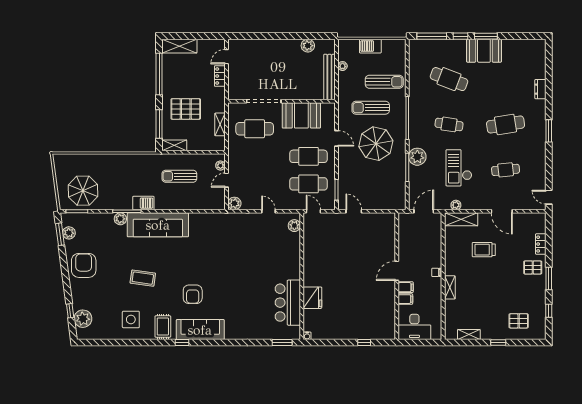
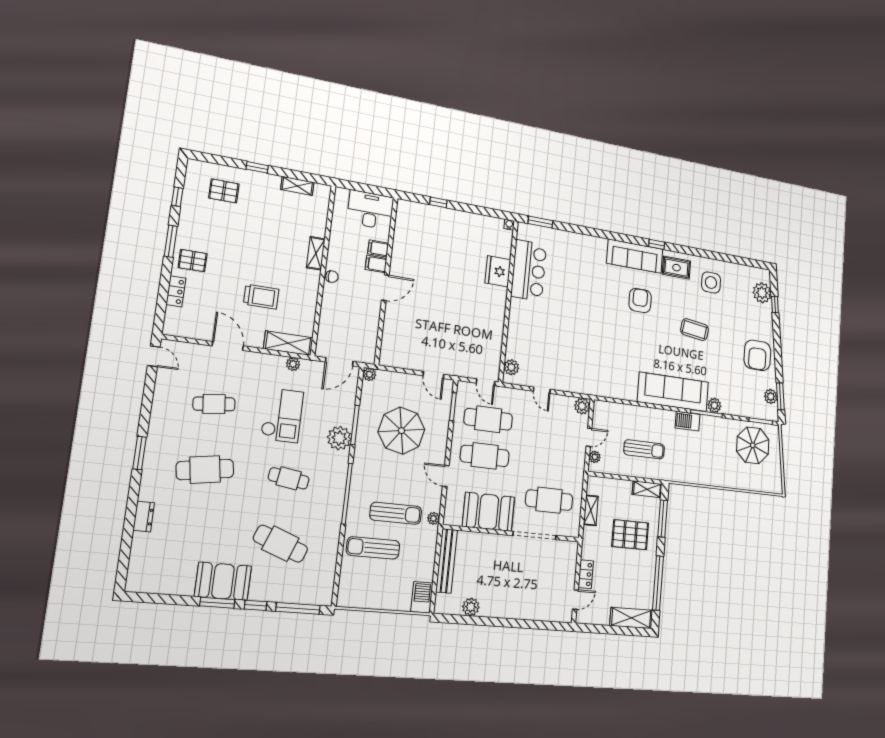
barbecue: (370, 46) -> (422, 597), moved, turned -90
plant: (343, 66) -> (433, 518), moved
parasol: (376, 144) -> (401, 431), moved
plant: (401, 205) -> (369, 374), added
rug: (163, 326) -> (677, 268), turned 90

